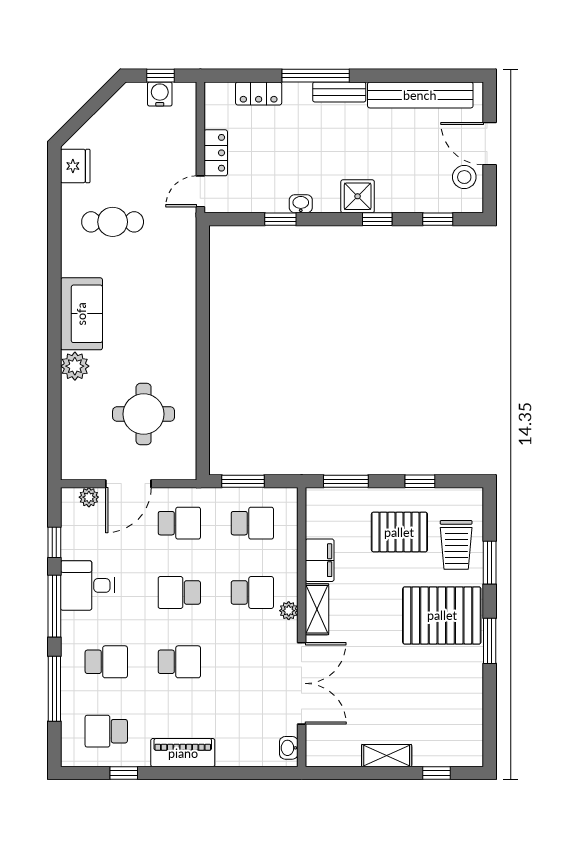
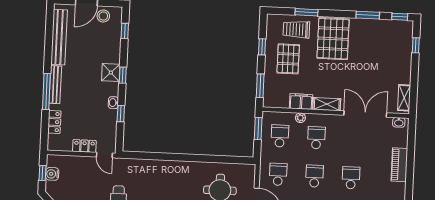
bench: (339, 92) -> (55, 85), width x1.36
window: (377, 219) -> (123, 75), moved
window: (243, 481) -> (258, 129), moved
trolley: (456, 545) -> (296, 29), turned 180
school desk: (179, 592) -> (314, 176), turned 180
plant: (289, 611) -> (300, 118), moved
window: (490, 641) -> (368, 15), moved
window: (490, 740) -> (400, 17), added
piano: (183, 753) -> (399, 165), moved
shelving: (387, 756) -> (404, 98), moved

